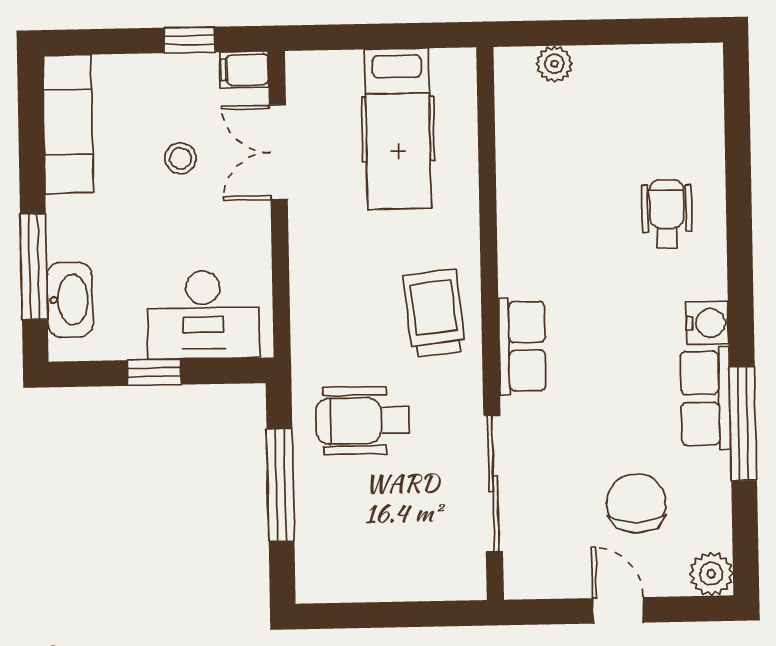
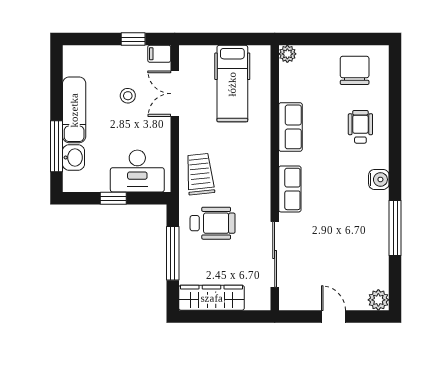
plant: (554, 64) -> (287, 54), moved
exam couch: (68, 124) -> (74, 110), moved
washbasin: (70, 300) -> (73, 157), width x0.72
trolley: (434, 313) -> (200, 174), moved
row of seats: (705, 398) -> (290, 127), moved, turned 180
wheelchair: (362, 421) -> (213, 223), turned 180
chair: (636, 503) -> (355, 70), moved
wardrobe: (363, 576) -> (212, 298), added

